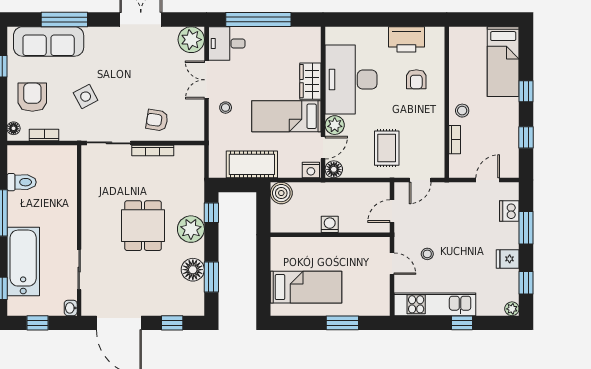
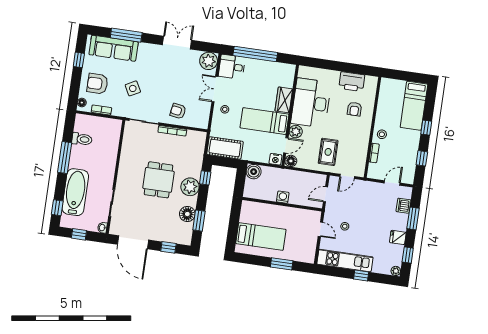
armchair: (32, 97) -> (97, 84), turned -90
cot: (252, 164) -> (225, 148), moved

